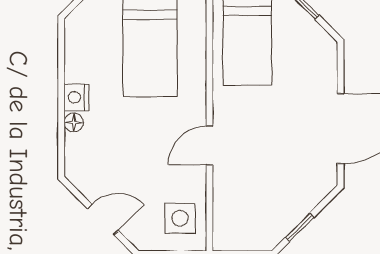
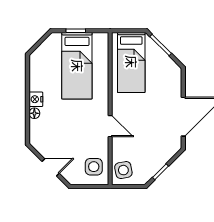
door: (209, 145) -> (110, 126), swing flipped
side table: (233, 224) -> (123, 170), added

